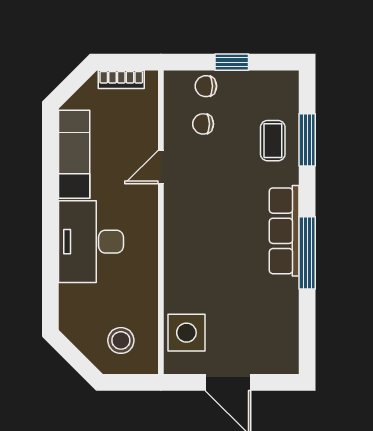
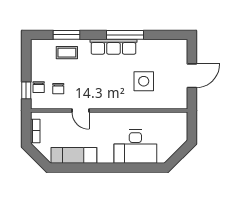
window: (232, 62) -> (26, 90), moved
desk: (91, 242) -> (135, 147), moved
side table: (186, 333) -> (144, 81), moved
stool: (121, 340) -> (170, 131), removed

